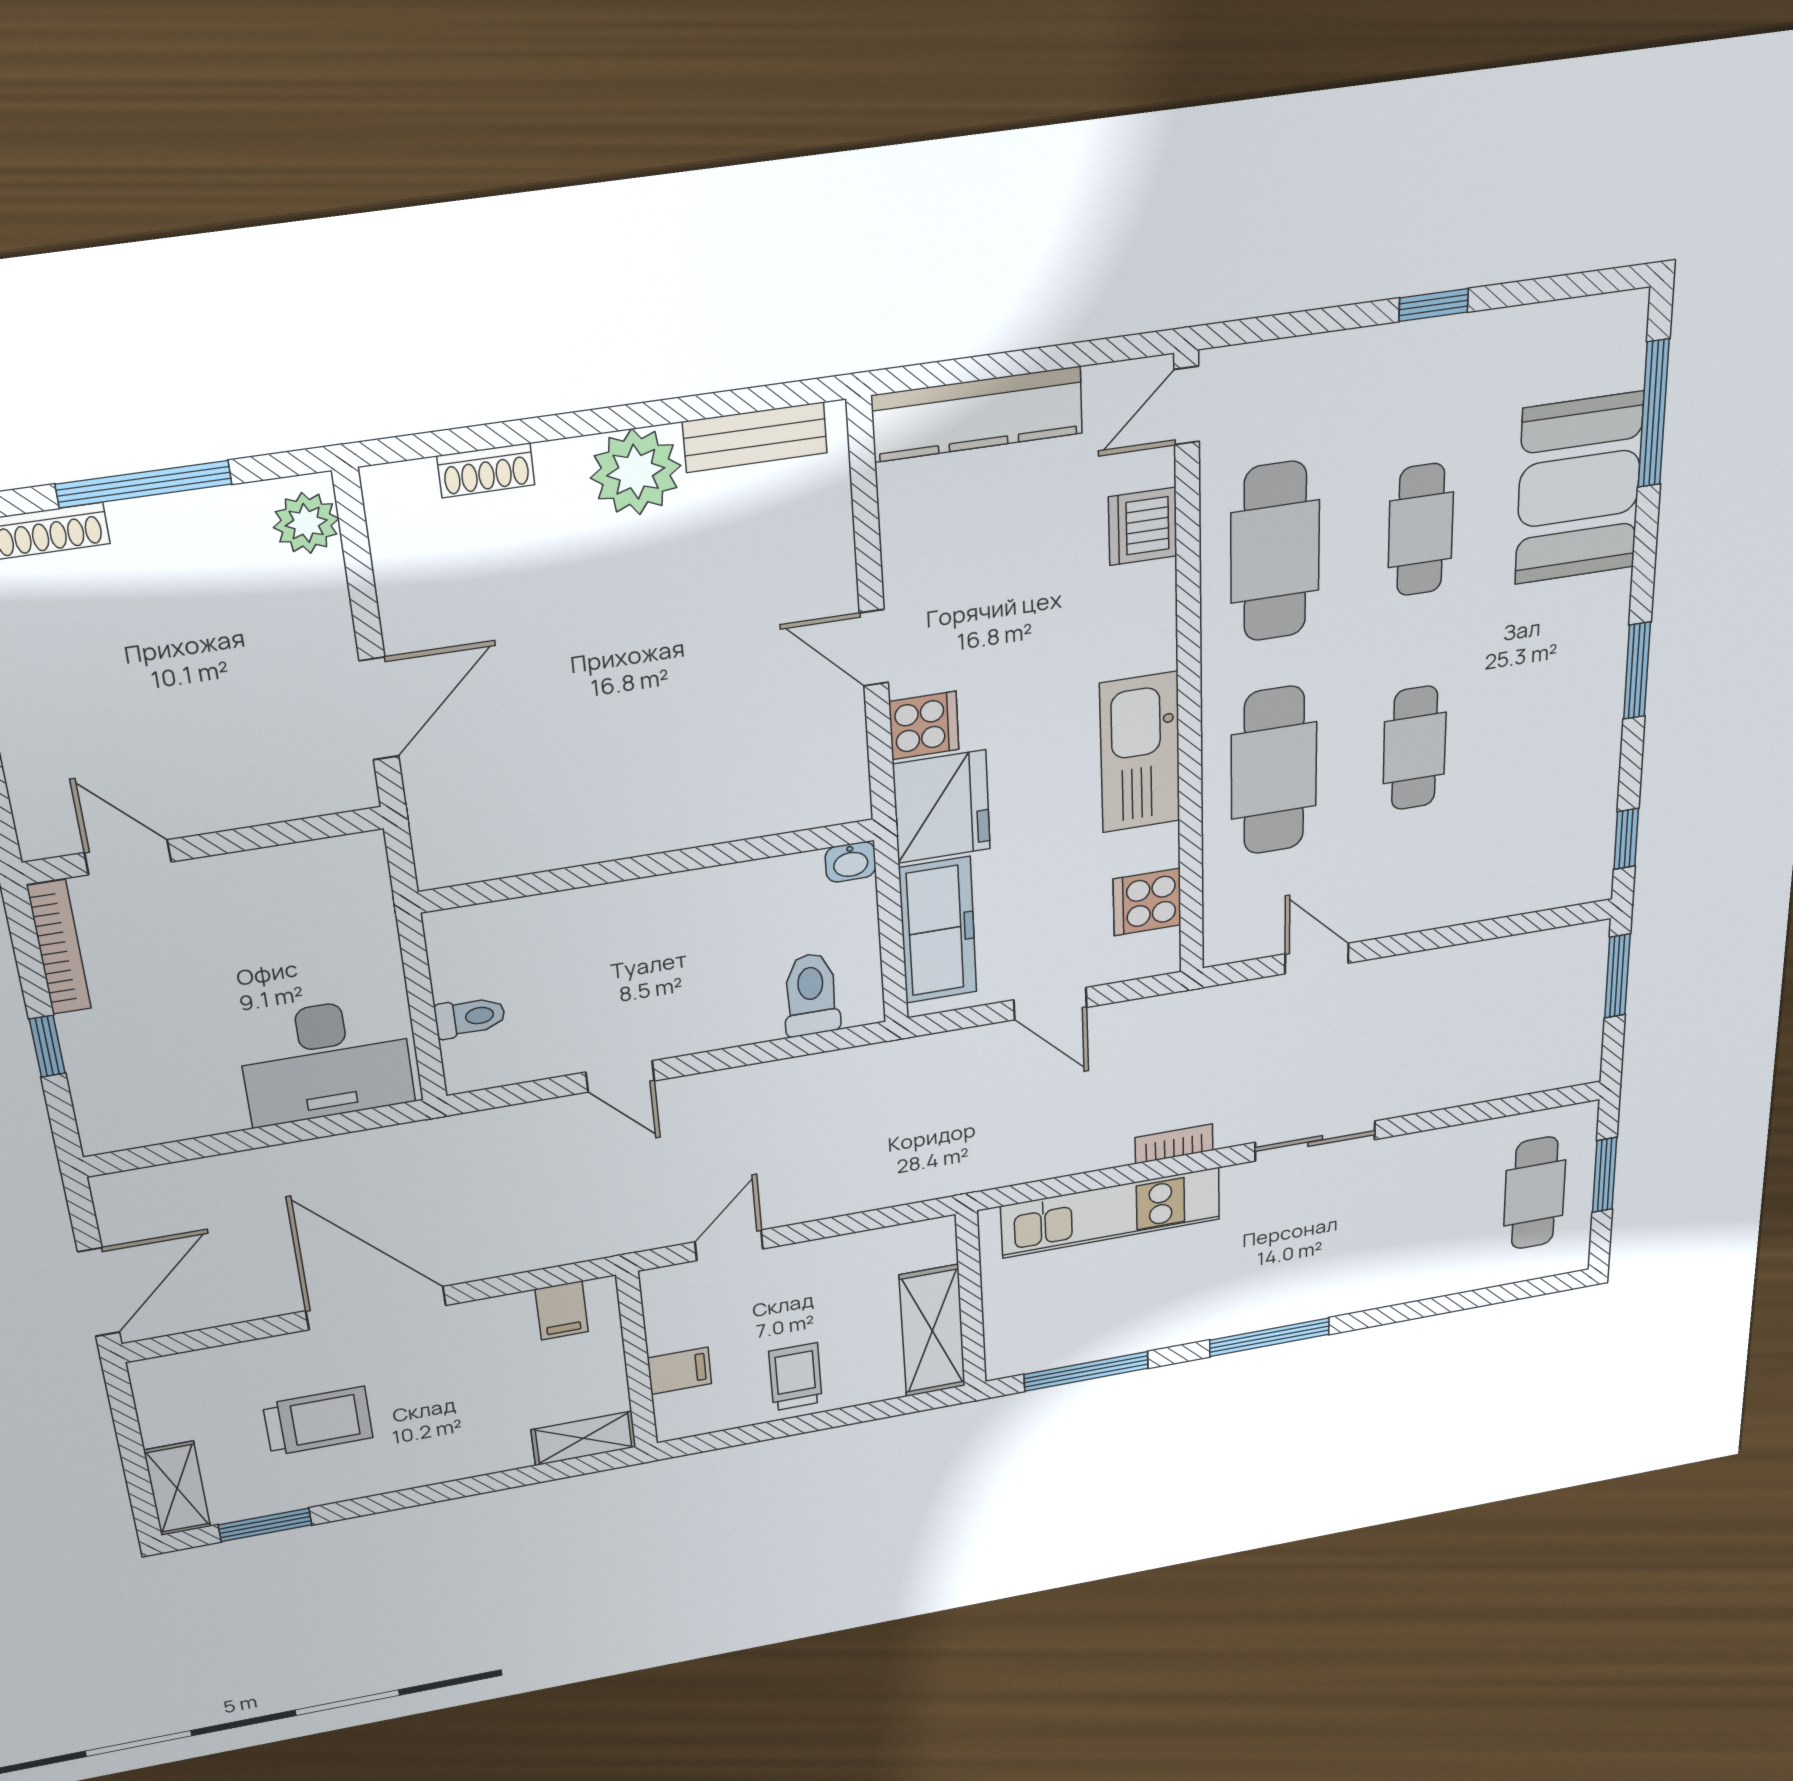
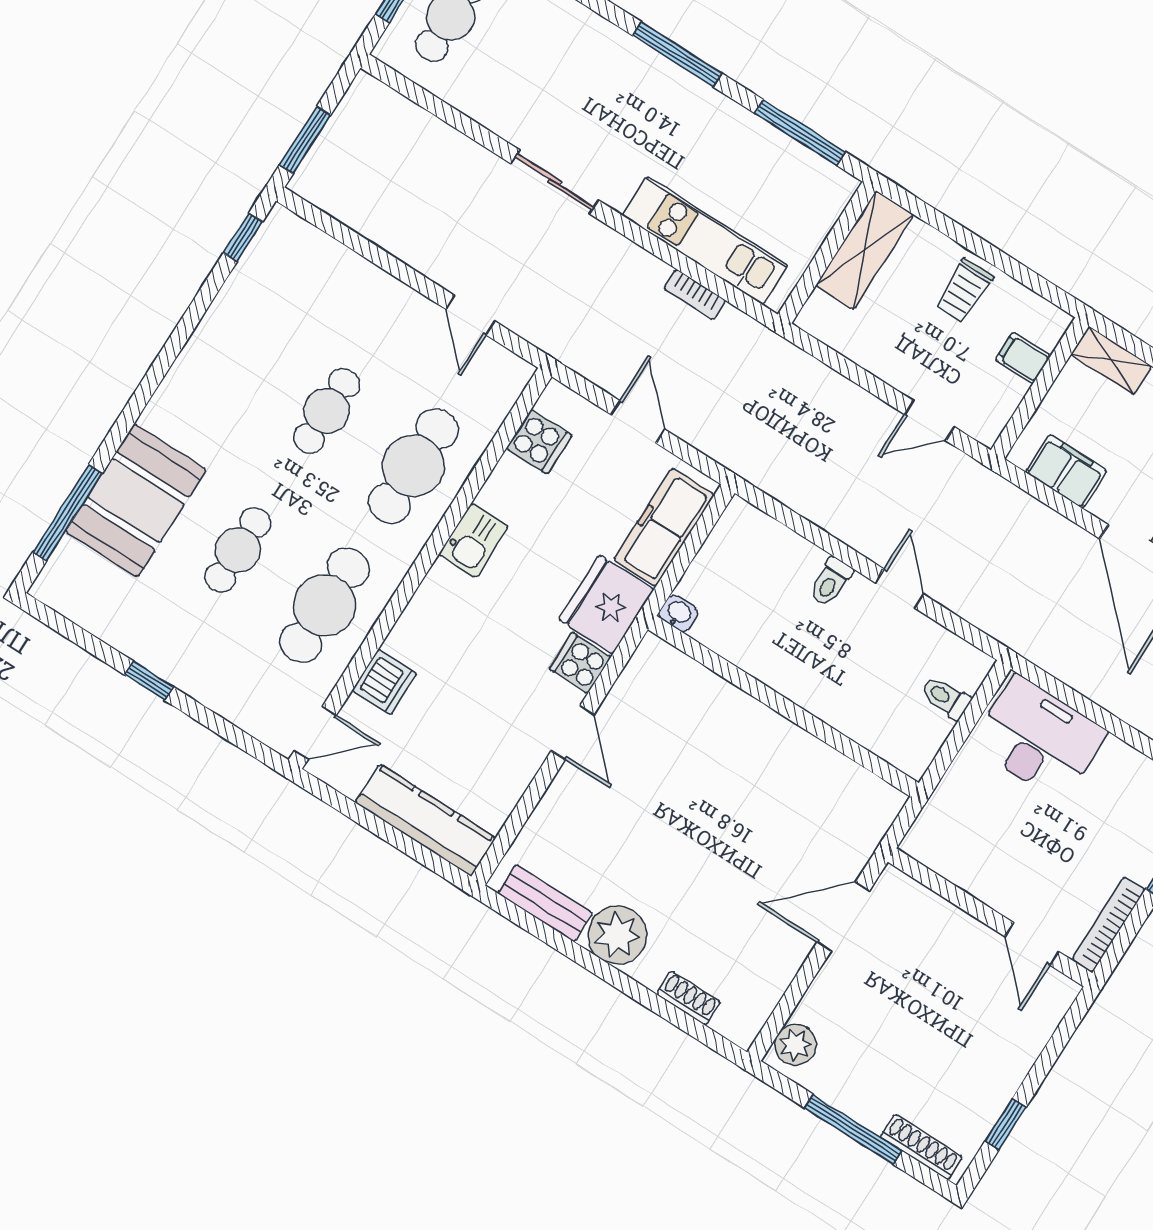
window: (1637, 671) -> (171, 351), removed
kitchen sink: (1140, 753) -> (474, 541), width x0.53, depth x0.81
toilet: (811, 995) -> (831, 582), moved, width x0.73, depth x0.72
bookcase: (1174, 1144) -> (695, 294), moved
filing cabinet: (562, 1310) -> (1066, 471), width x2.00

